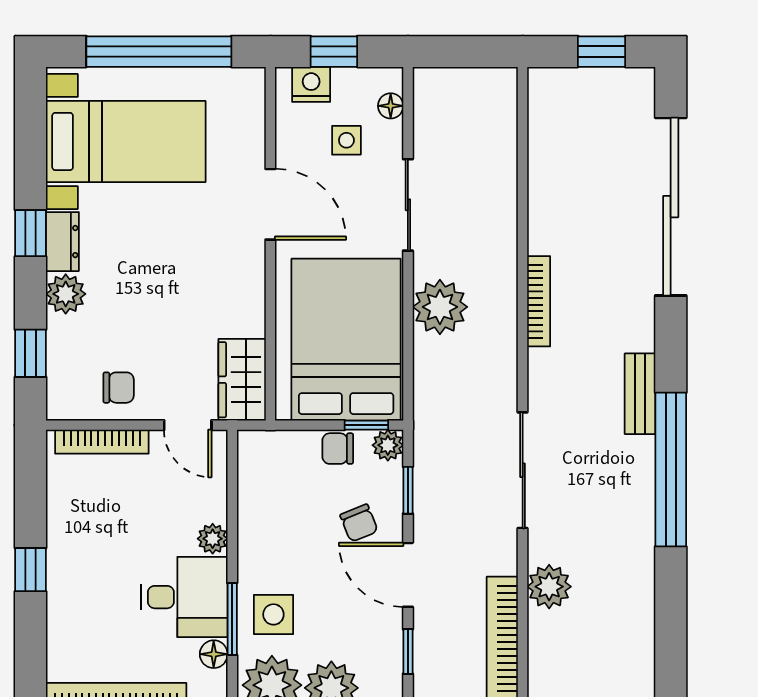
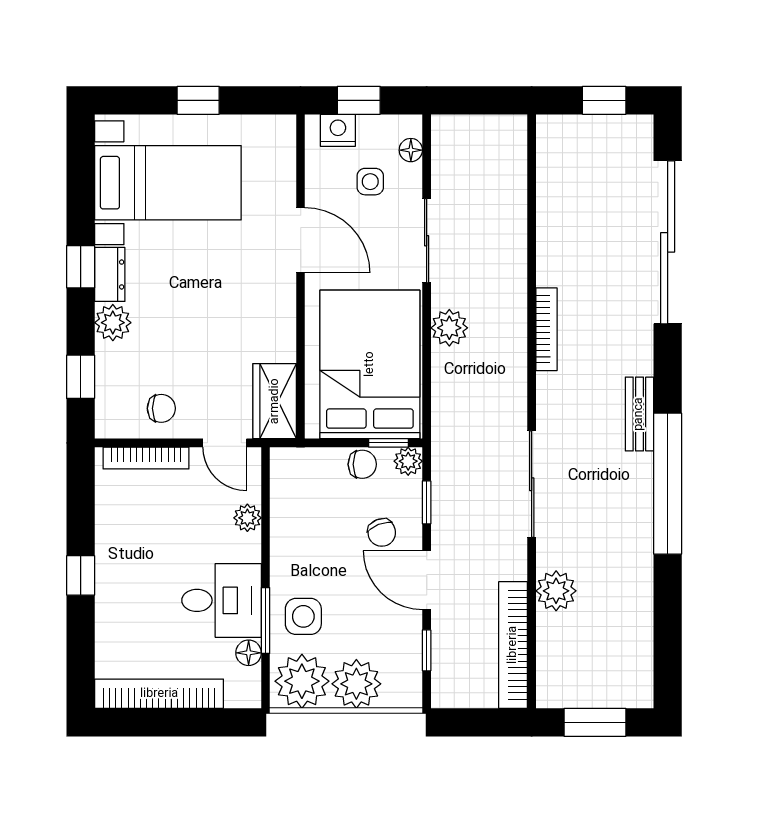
window: (159, 52) -> (198, 100), width x0.32
plant: (440, 307) -> (449, 328), width x0.73, depth x0.73
chair: (338, 449) -> (362, 464), turned 180
plant: (213, 539) -> (247, 518), moved

